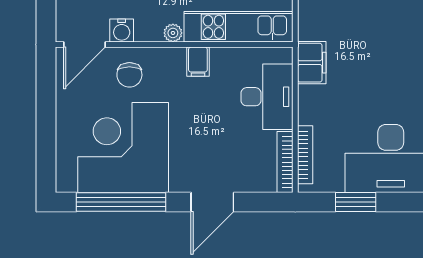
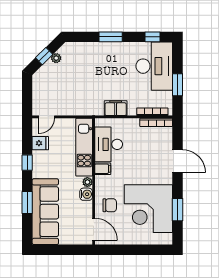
water cooler: (122, 30) -> (86, 194), moved
filing cabinet: (312, 63) -> (116, 108), moved
desk: (267, 97) -> (109, 144), moved, turned -90
window: (121, 202) -> (178, 210), width x0.47

